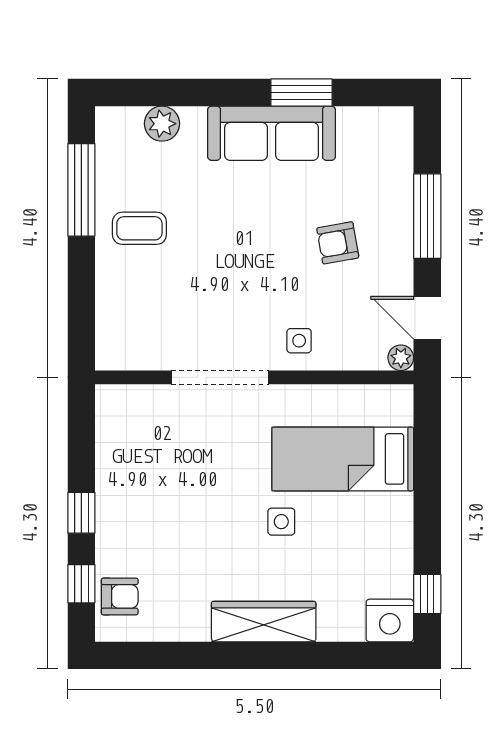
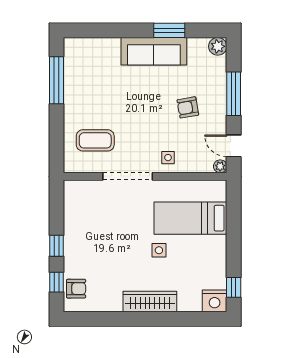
plant: (162, 124) -> (218, 46), moved
coffee table: (139, 228) -> (95, 140), moved, width x1.36, depth x1.30

